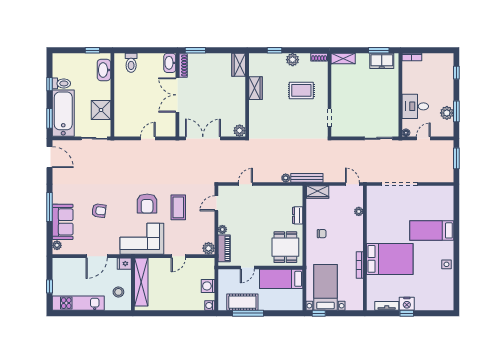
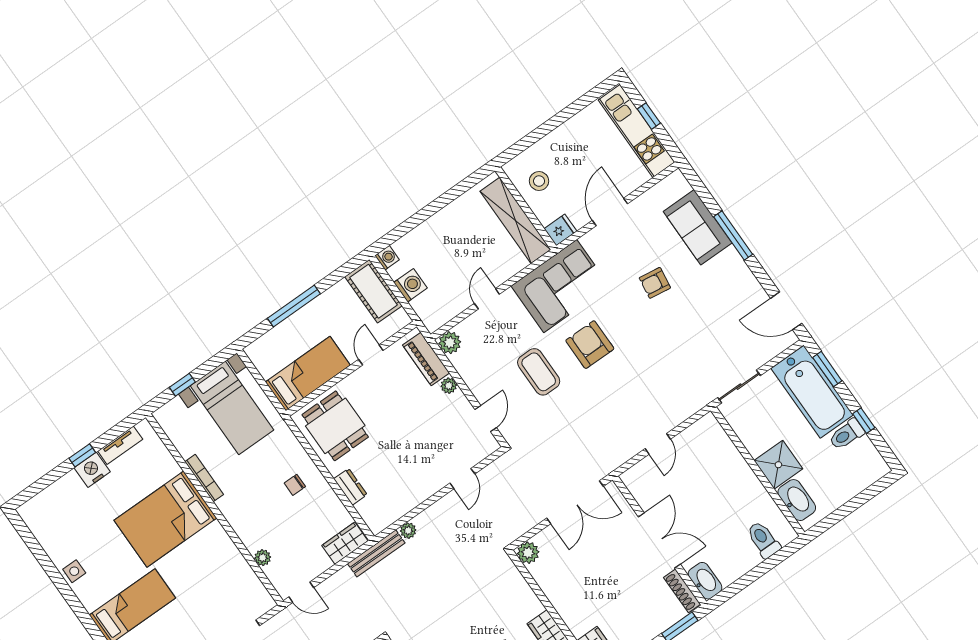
window: (92, 50) -> (835, 517), removed
shower: (101, 110) -> (778, 465), moved
plant: (57, 245) -> (681, 186), removed
cot: (242, 302) -> (373, 291), moved, turned 90
kitchen unit: (78, 303) -> (636, 131), moved, turned 90
window: (248, 313) -> (294, 306), moved
window: (319, 313) -> (182, 385), moved

